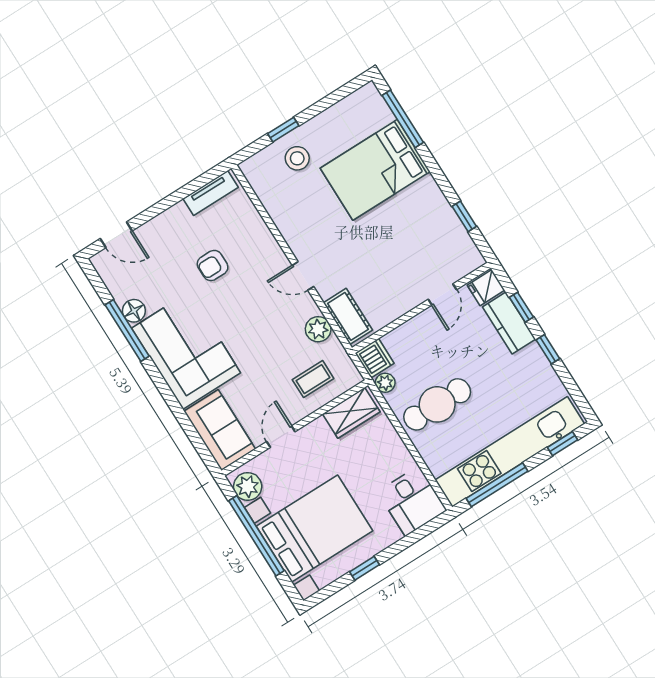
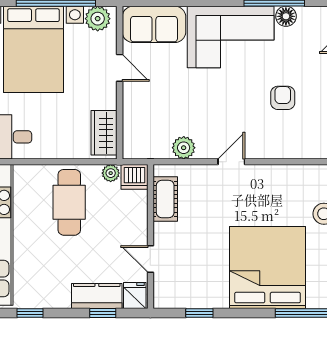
bed: (375, 170) -> (268, 268), width x1.36
cot: (348, 316) -> (165, 199), moved, turned 90
window: (548, 349) -> (30, 313), moved
coffee table: (313, 379) -> (148, 120), removed

